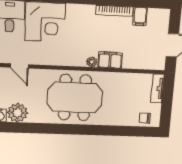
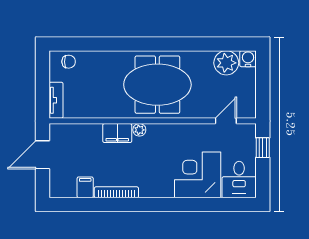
door: (19, 66) -> (226, 121), hinge flipped

